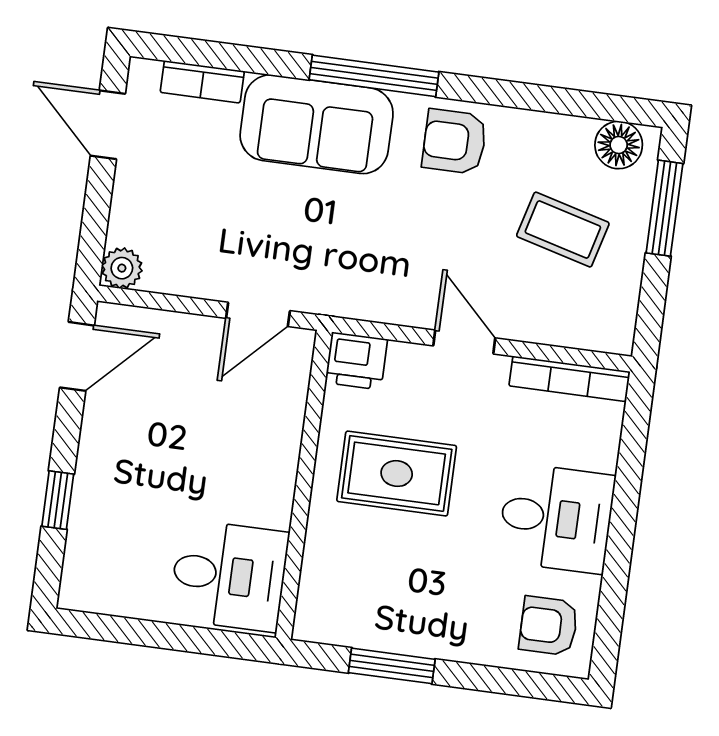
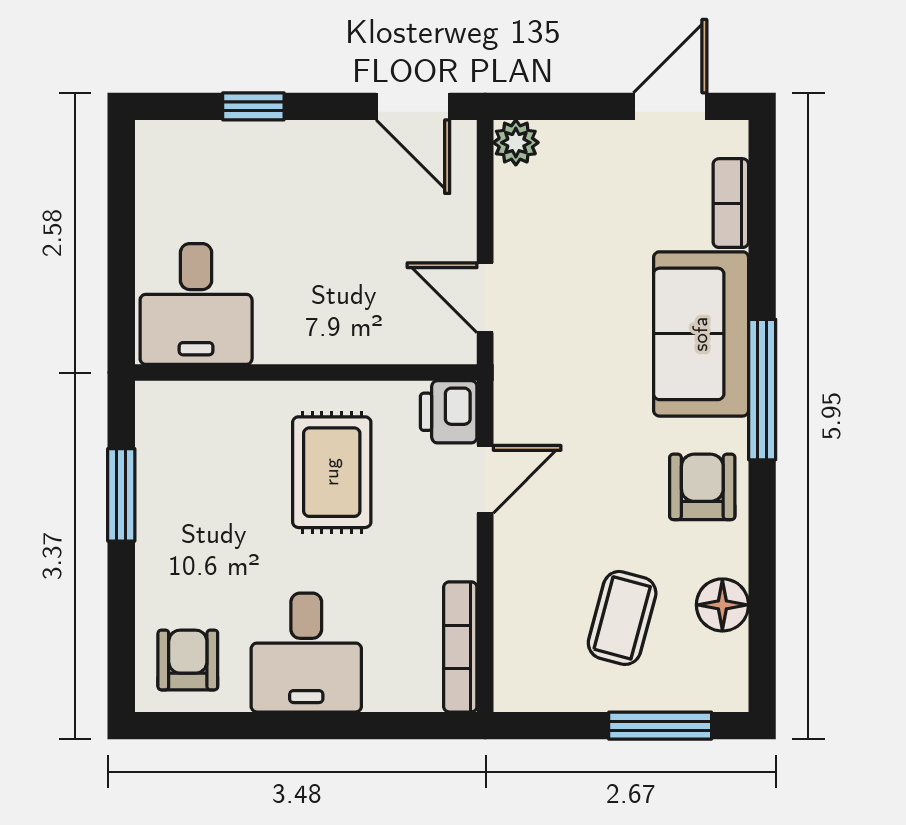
floor lamp: (619, 145) -> (722, 605), moved
door: (464, 342) -> (485, 479), moved

